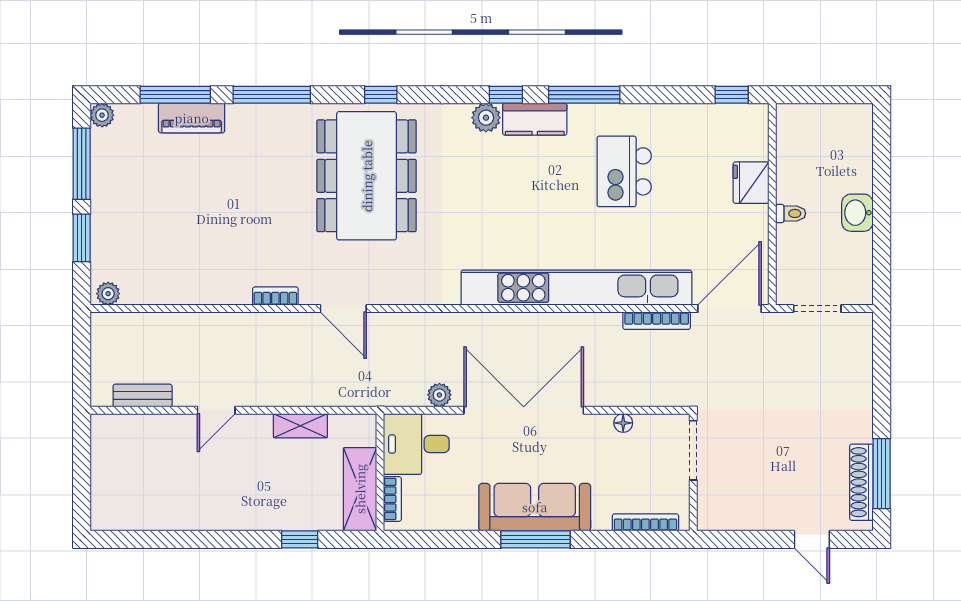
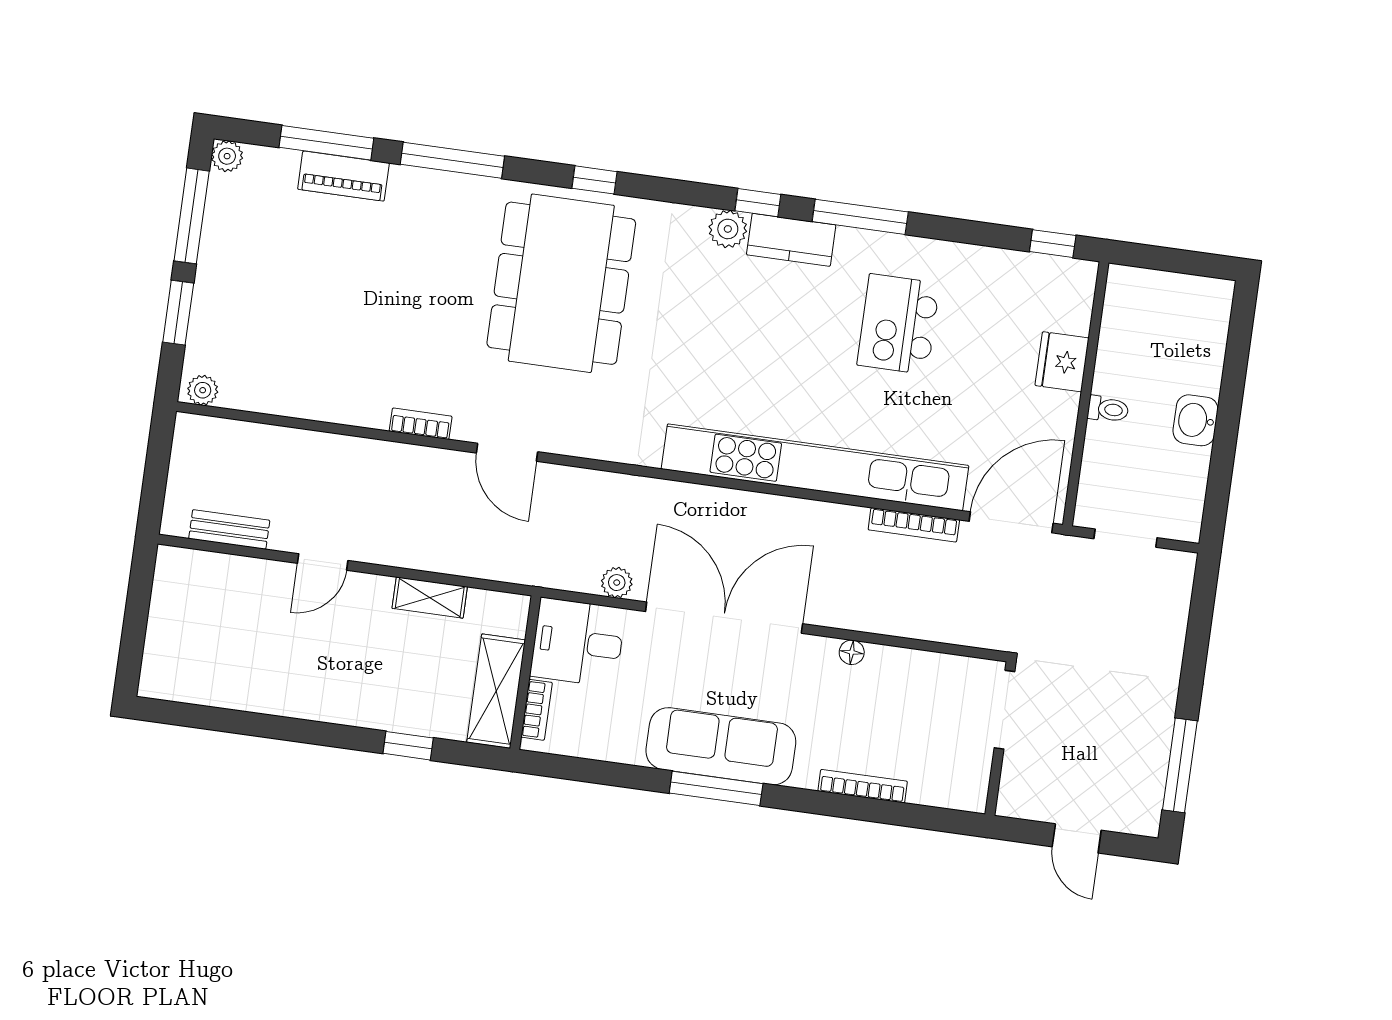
doorway: (693, 450) -> (1004, 710), moved
wall: (693, 472) -> (1000, 739), moved
shoe rack: (861, 482) -> (1152, 773), removed

